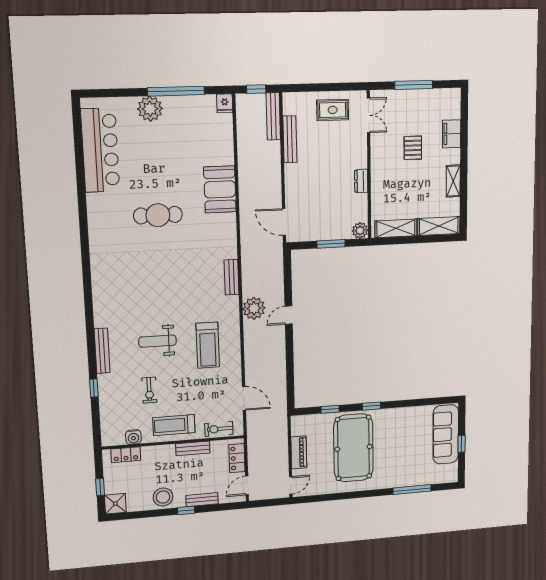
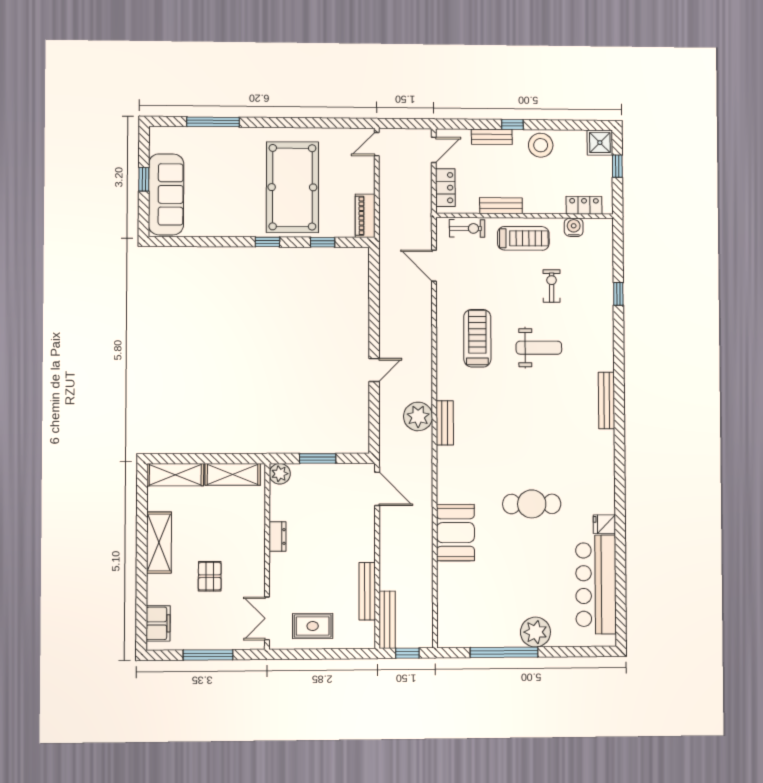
fridge: (225, 103) -> (604, 524), moved, turned -90
filing cabinet: (452, 134) -> (158, 623), moved
shelving: (453, 181) -> (159, 543), width x1.50, depth x1.33
plant: (254, 308) -> (418, 416), moved
bench: (102, 351) -> (607, 401), moved
piano: (299, 452) -> (365, 216), moved

